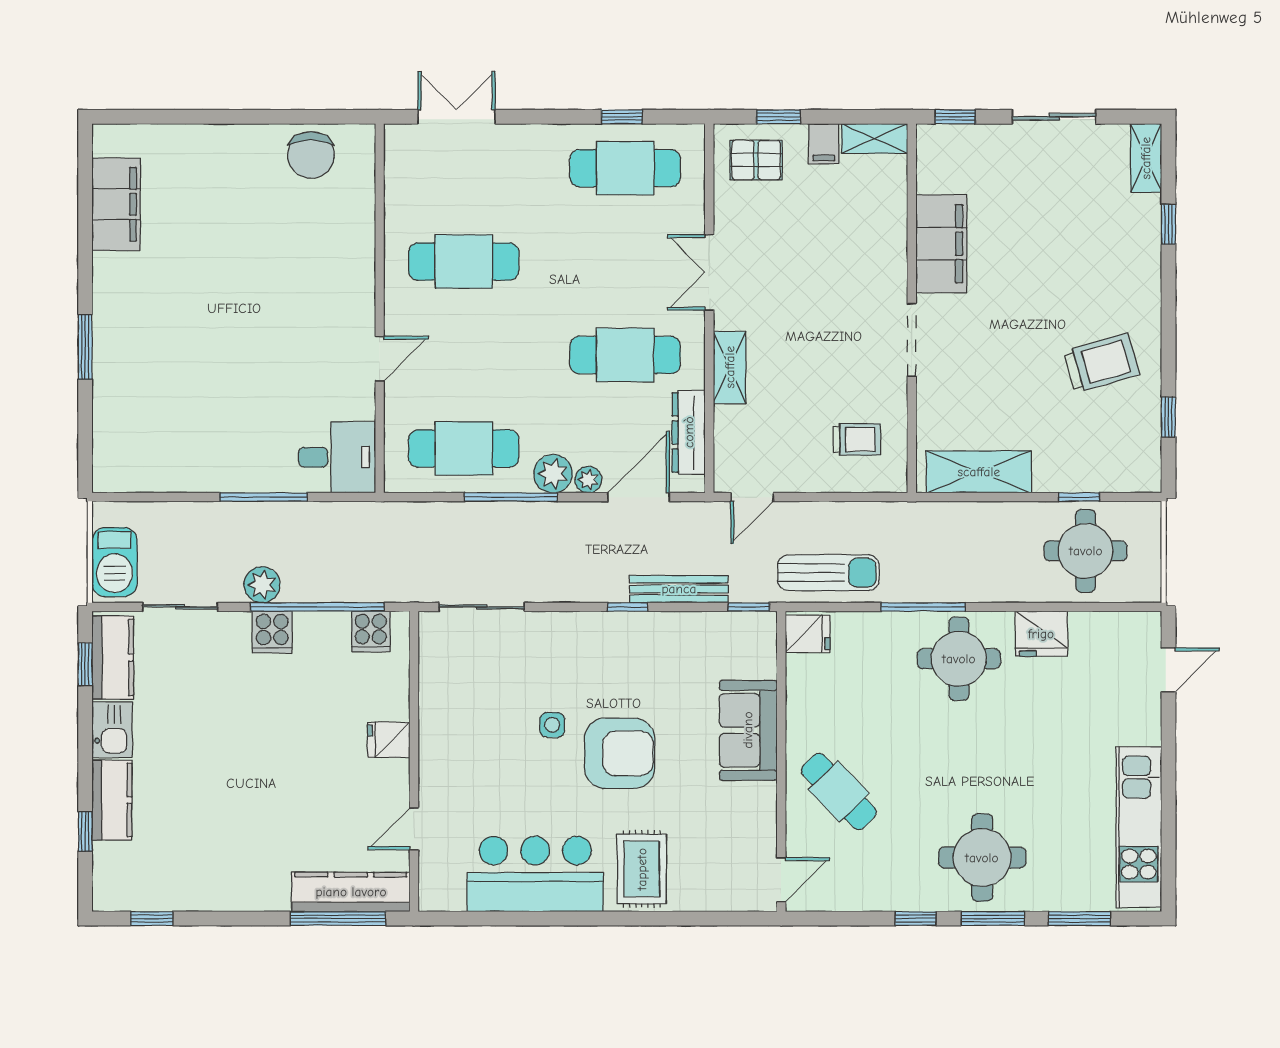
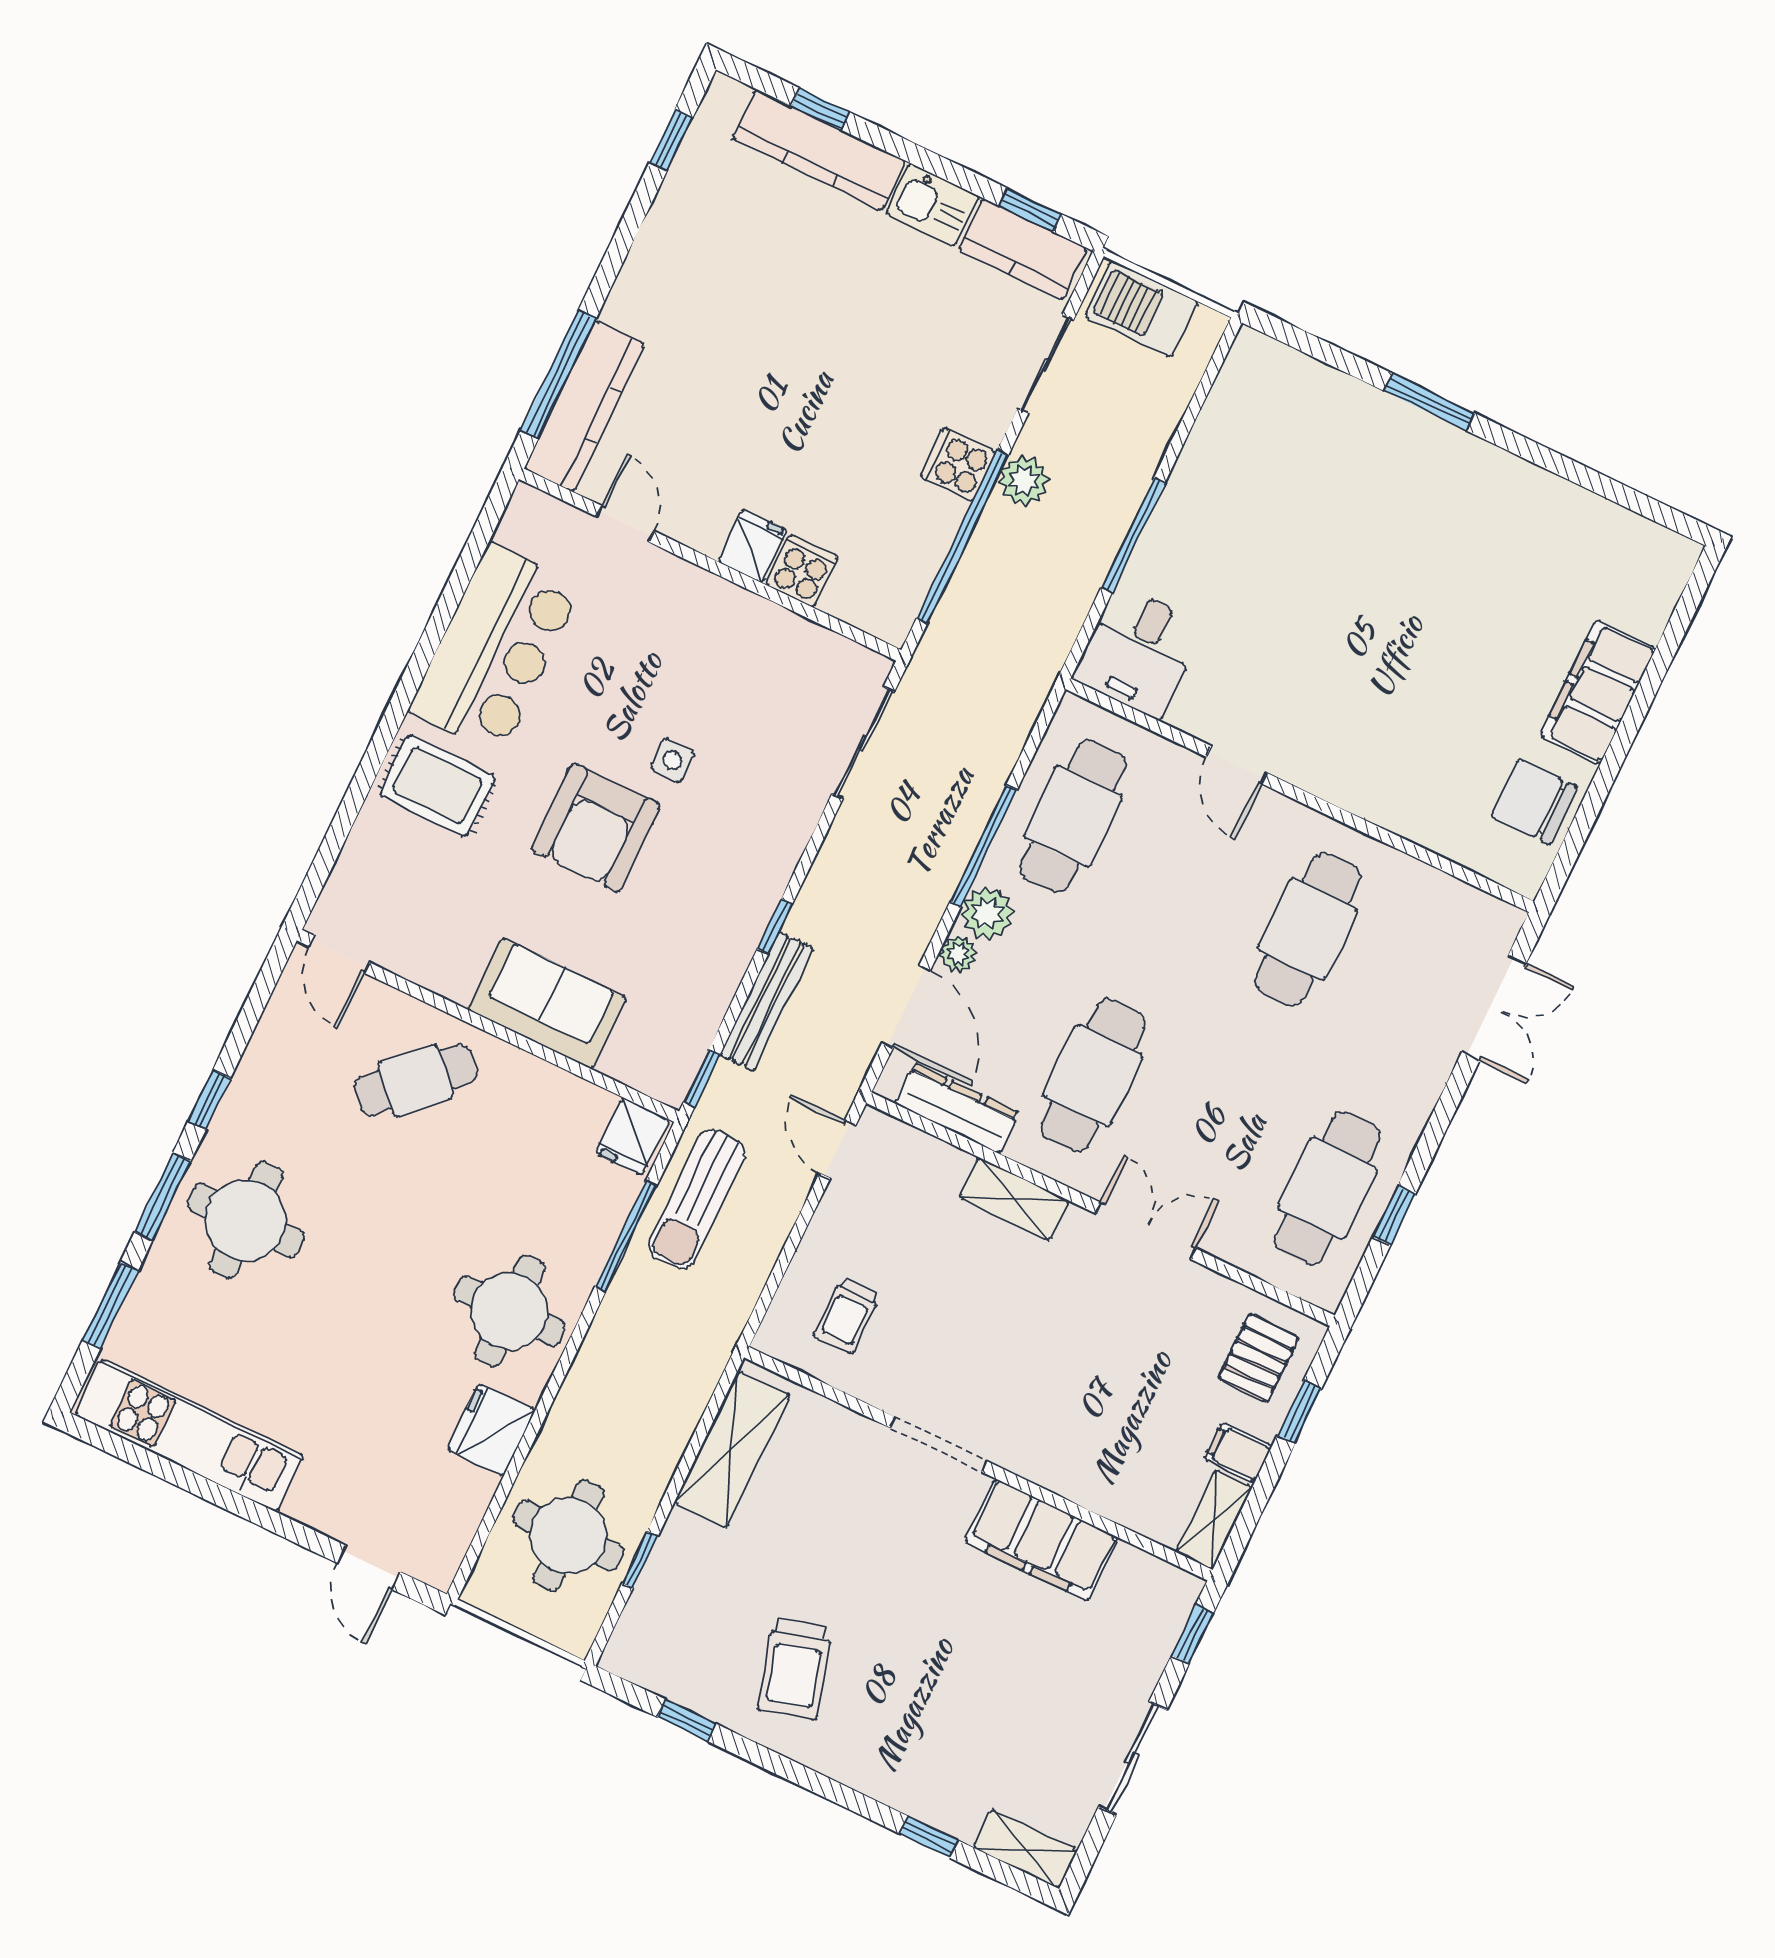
filing cabinet: (116, 204) -> (1598, 692), moved, turned 90
window: (923, 607) -> (626, 1236), moved
cooker: (371, 631) -> (802, 571), moved, turned 90
kitchen counter: (112, 800) -> (819, 150), width x1.50

